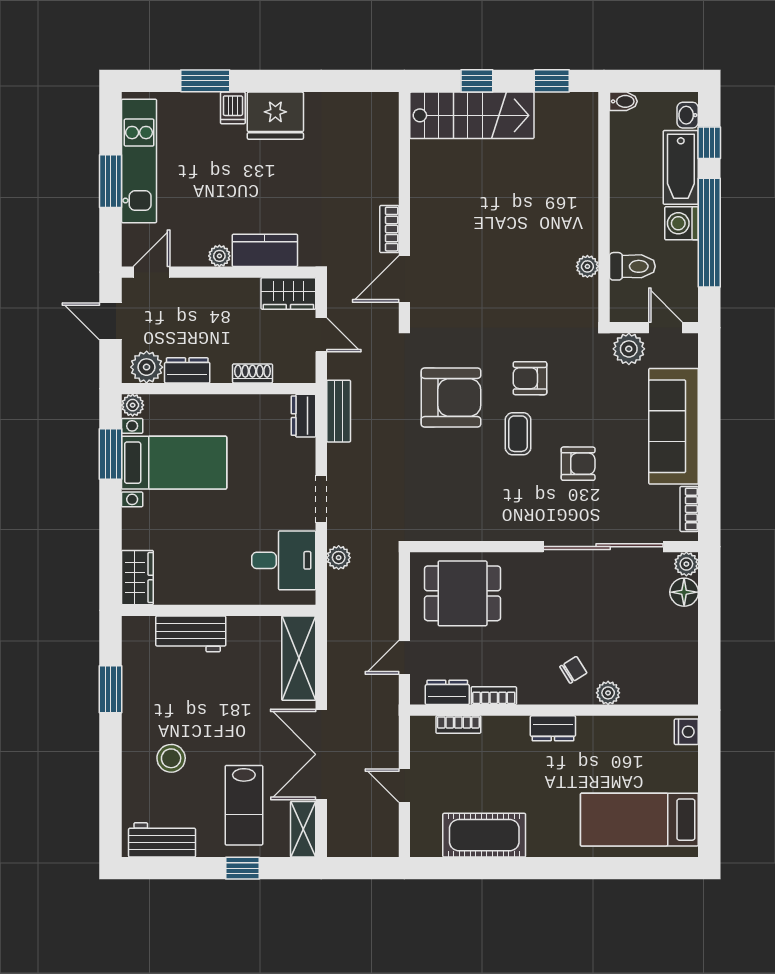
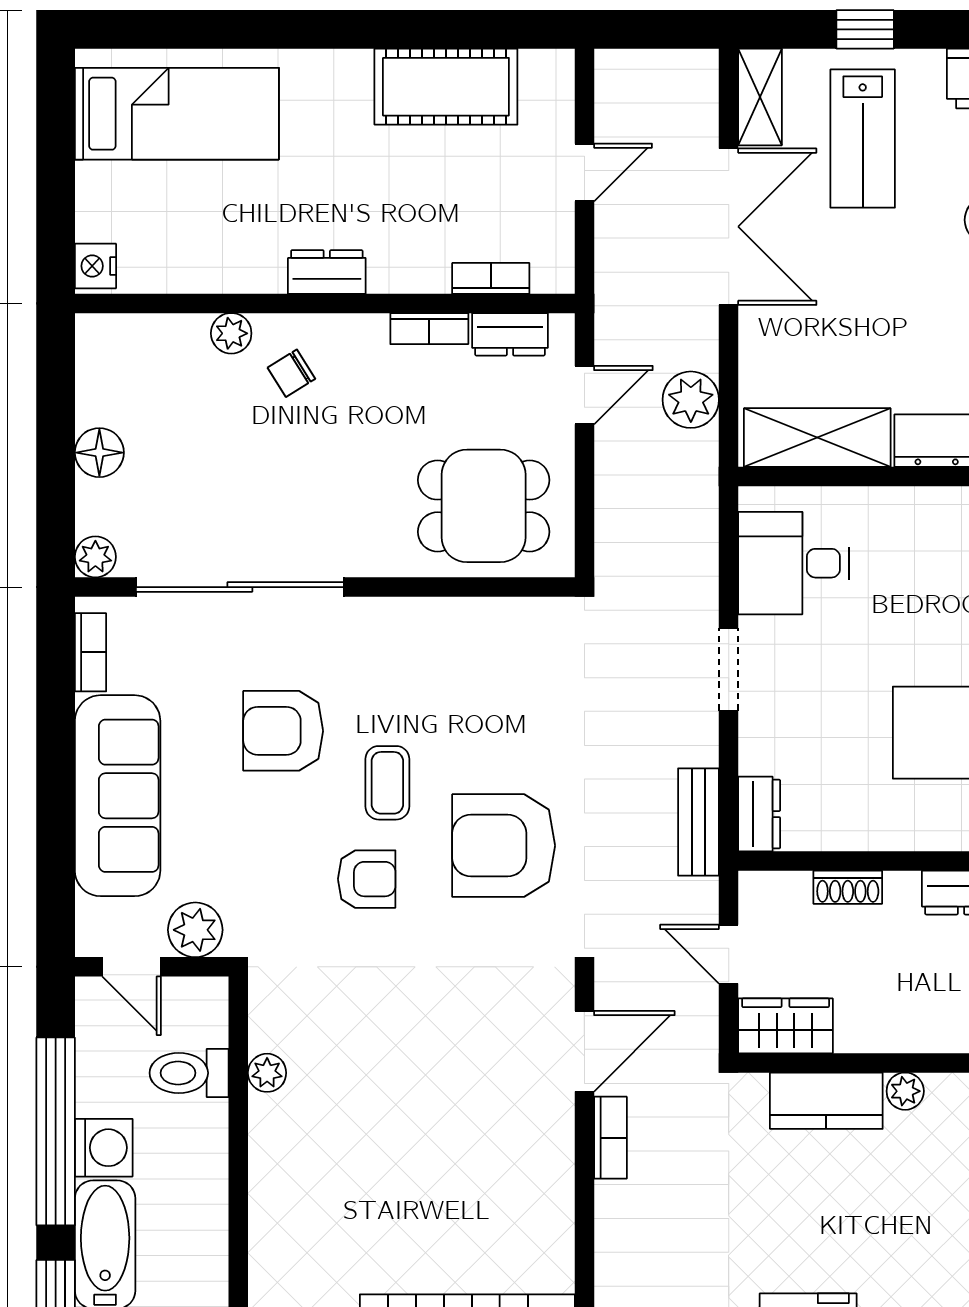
armchair: (578, 464) -> (283, 731), width x1.38, depth x1.38
plant: (339, 558) -> (691, 400), moved, width x1.38, depth x1.38
floor lamp: (684, 592) -> (99, 453), moved
shelving: (299, 658) -> (817, 438), moved, turned 90
door: (404, 786) -> (584, 172), hinge flipped
lab bench: (244, 805) -> (863, 139), turned 180

